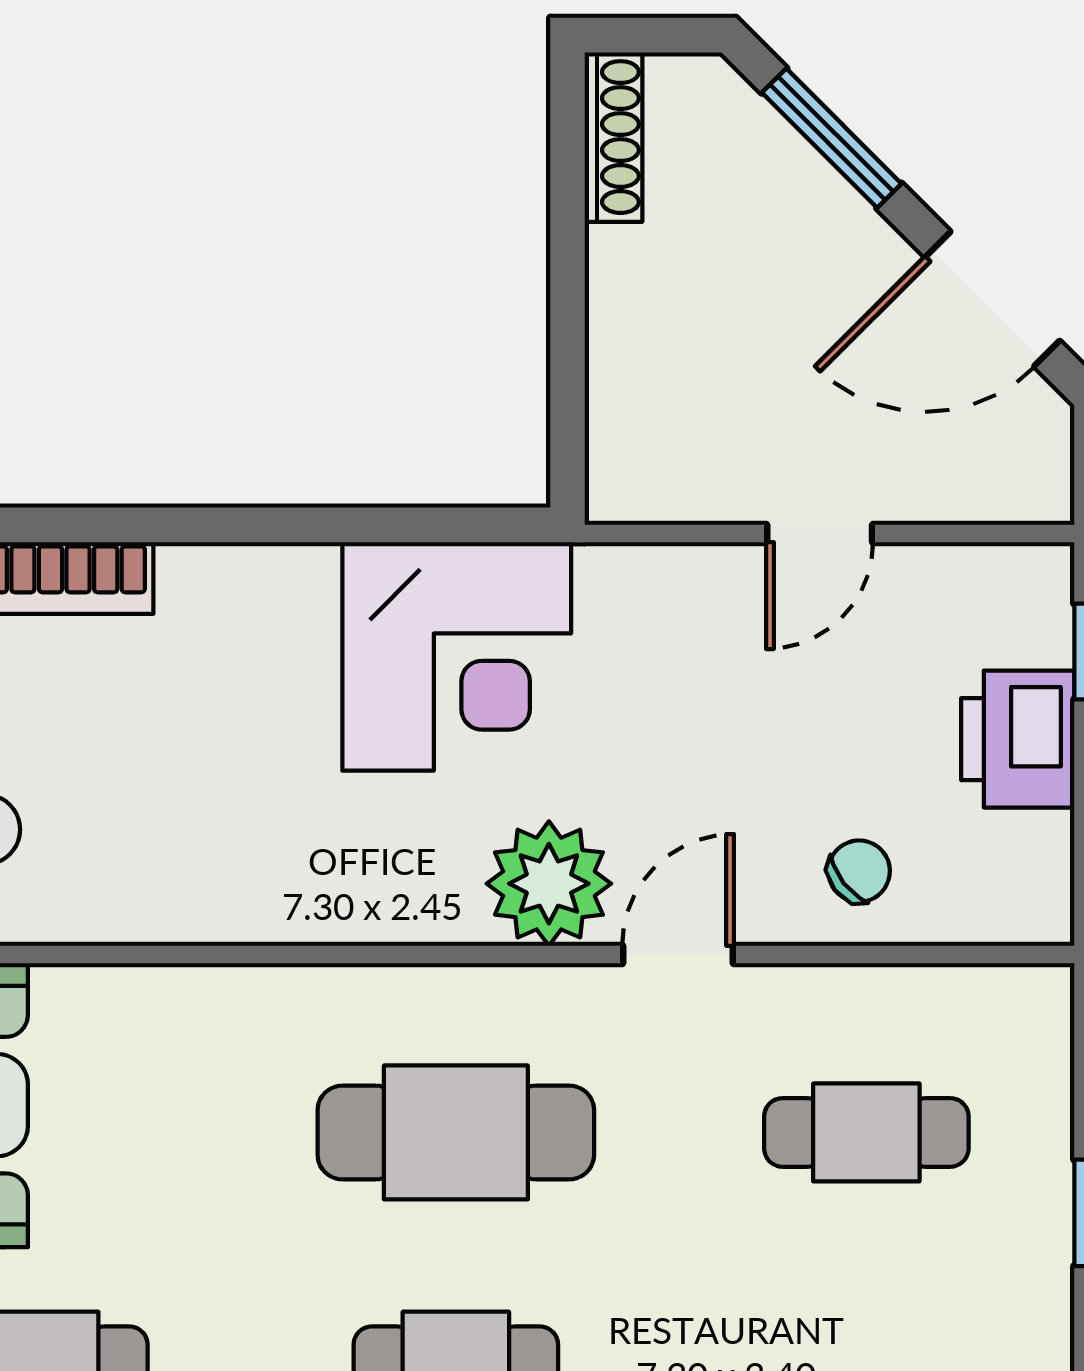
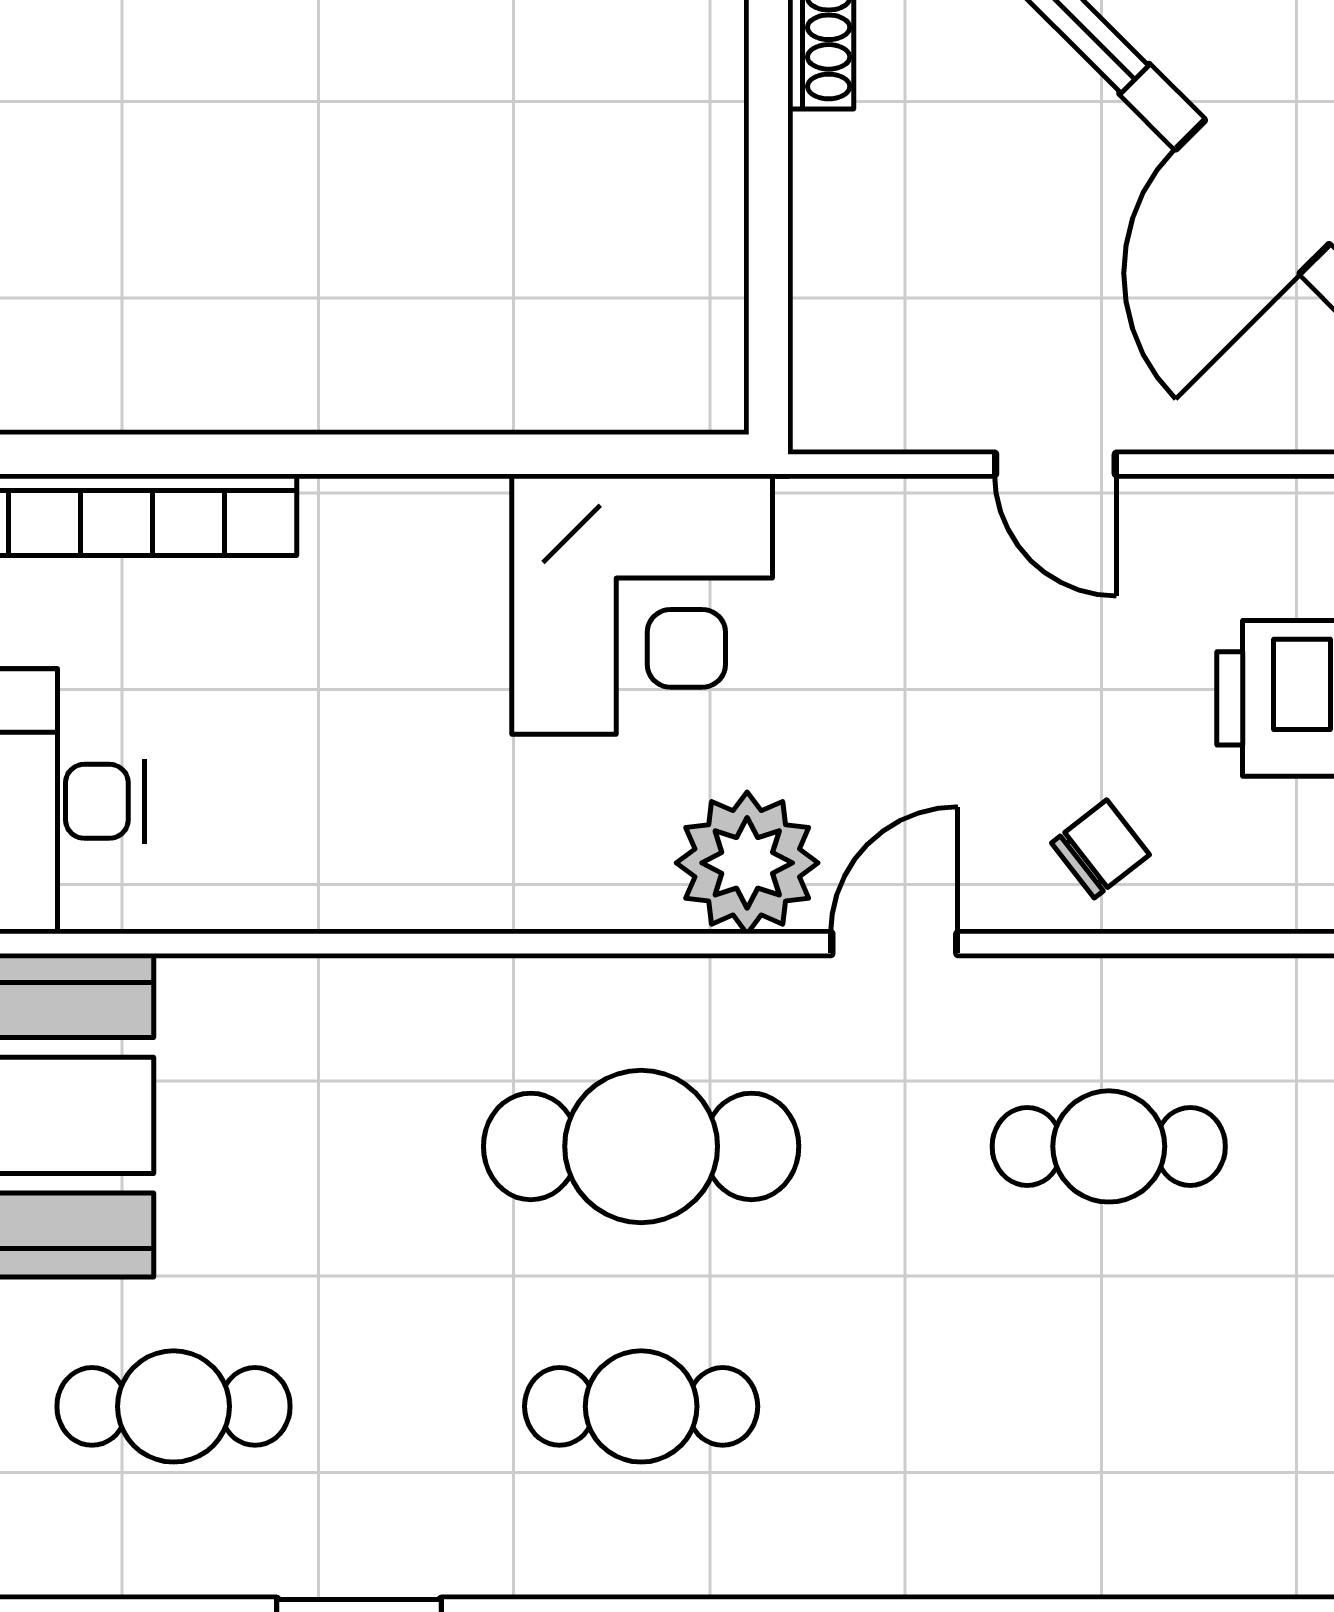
door: (992, 299) -> (1252, 197), hinge flipped
door: (820, 533) -> (1055, 464), hinge flipped

